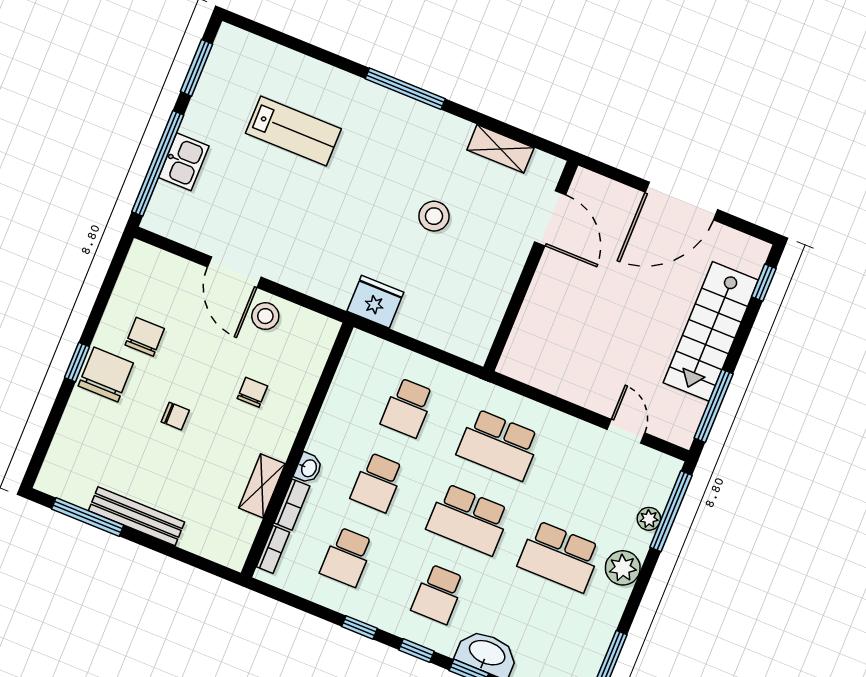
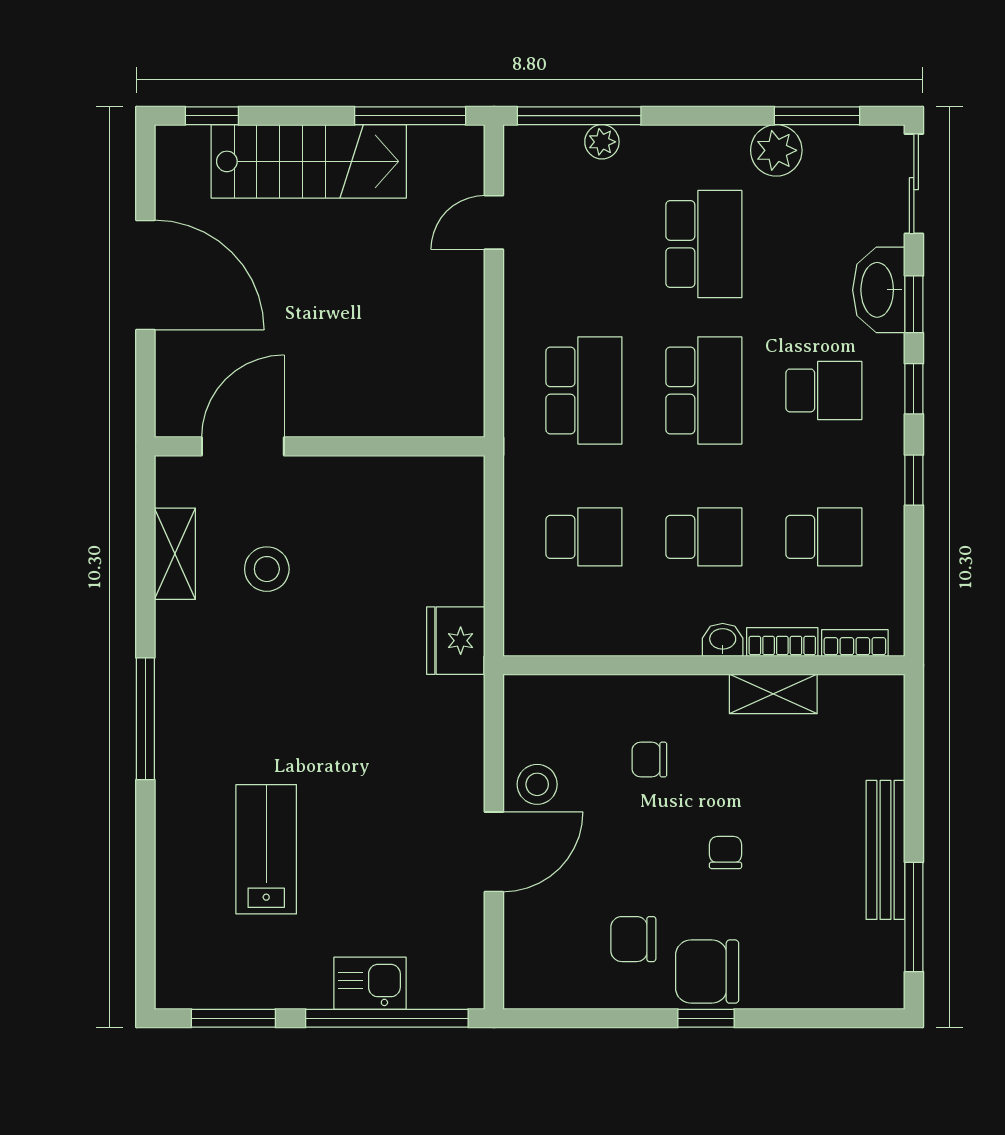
stool: (434, 216) -> (267, 569), moved
plant: (623, 568) -> (776, 150), moved

